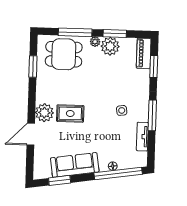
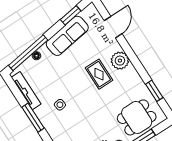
rug: (70, 113) -> (99, 74), turned 90
door: (31, 134) -> (113, 27), moved
tv unit: (142, 137) -> (26, 91), width x1.41

